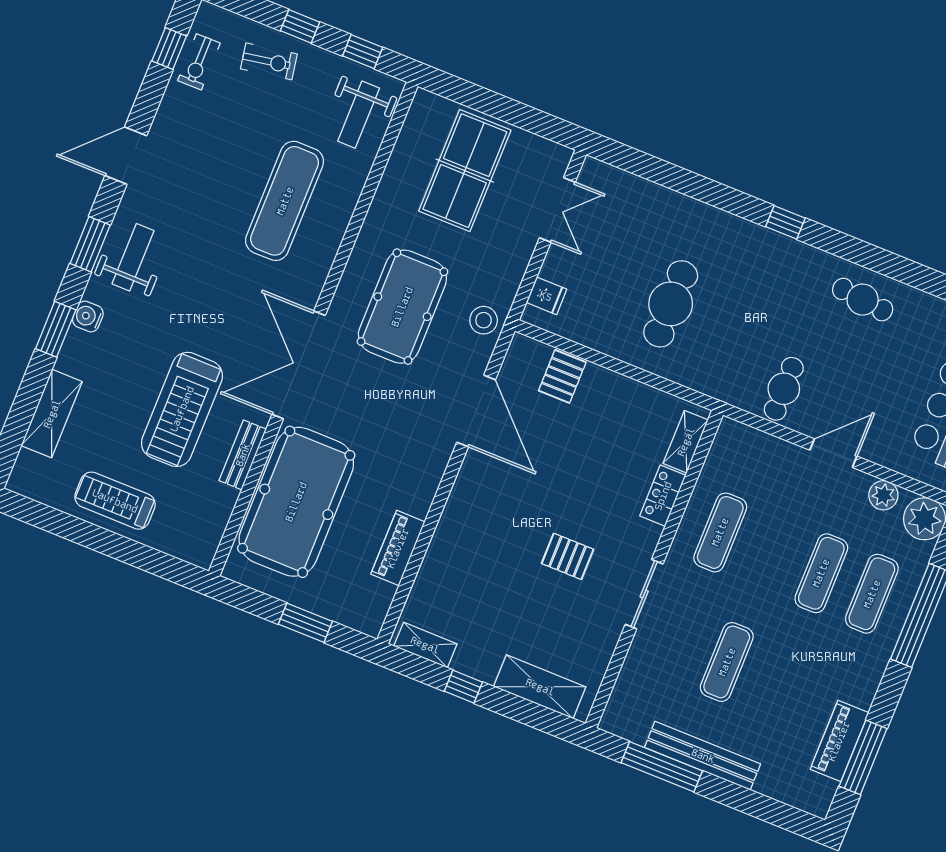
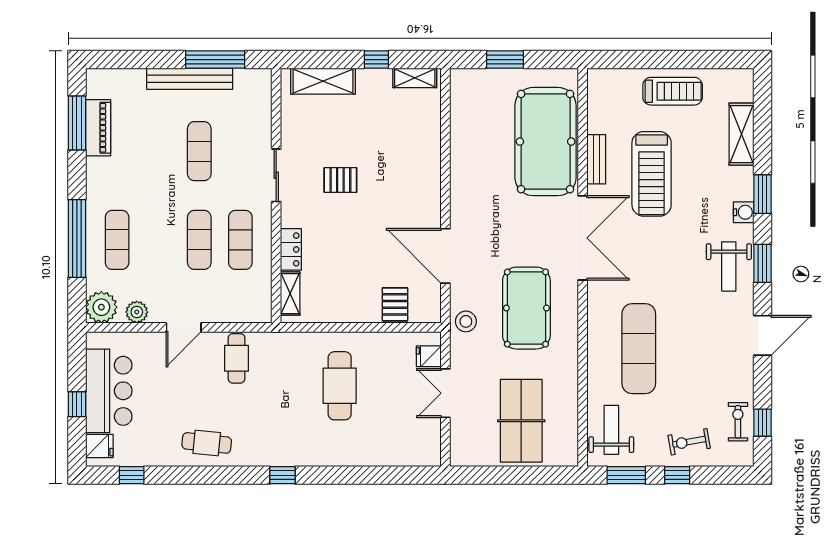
window: (363, 52) -> (626, 475), width x1.50
double door: (557, 210) -> (445, 393), moved
treadmill: (182, 409) -> (652, 174), turned 180
piano: (398, 548) -> (461, 138), removed
exercise mat: (821, 573) -> (199, 240), moved

